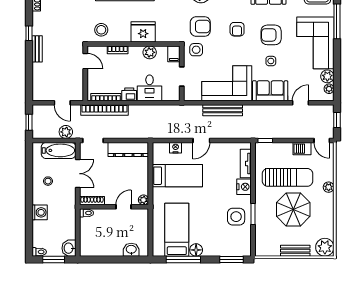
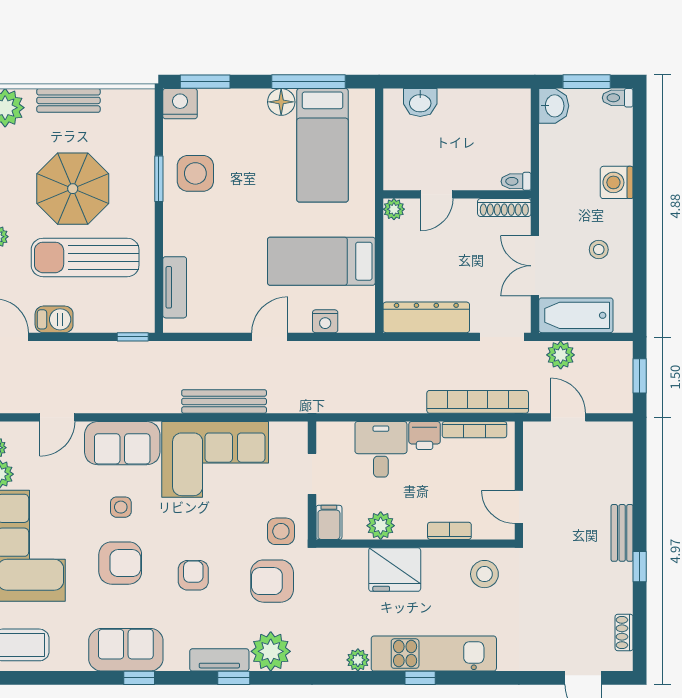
nightstand: (244, 187) -> (180, 104), moved, turned 90

